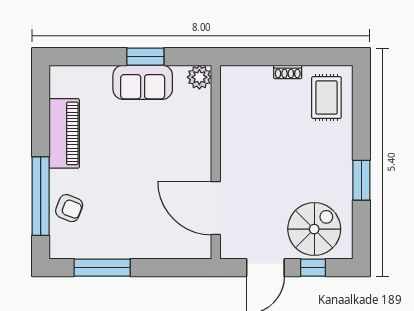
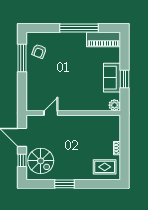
piano: (64, 133) -> (103, 39), moved
window: (41, 196) -> (79, 28), moved
armchair: (69, 208) -> (39, 51), moved
door: (216, 208) -> (51, 113), width x0.53

